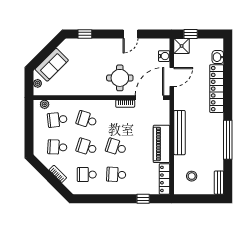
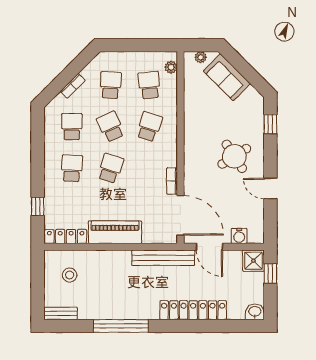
washbasin: (218, 57) -> (255, 312), moved
round table: (120, 78) -> (234, 156), moved, turned -33
bench: (180, 133) -> (163, 258), moved
school desk: (87, 147) -> (111, 127), turned -42

